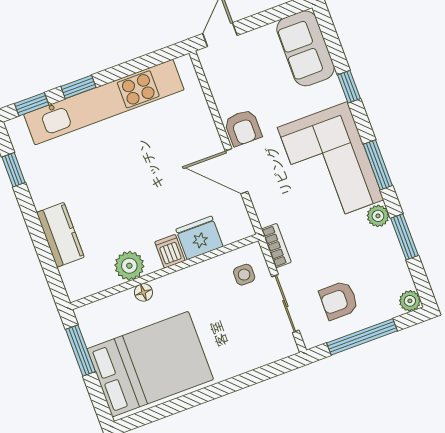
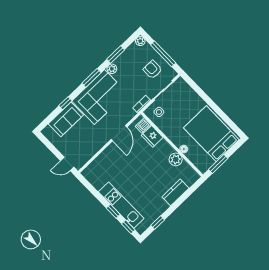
sofa: (306, 48) -> (66, 119), moved
kitchen unit: (104, 102) -> (121, 205), width x0.73
armchair: (243, 128) -> (100, 138), removed
dishwasher: (170, 251) -> (143, 125), moved
armchair: (339, 300) -> (153, 70), turned 180

